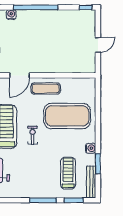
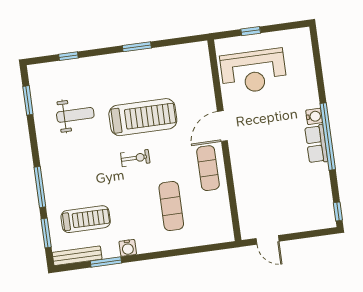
water cooler: (11, 15) -> (314, 116), moved
row of seats: (40, 16) -> (316, 144), added
door: (98, 45) -> (268, 240), moved
door: (19, 75) -> (222, 126), hinge flipped
exercise mat: (67, 116) -> (171, 206), width x0.50, depth x0.69

